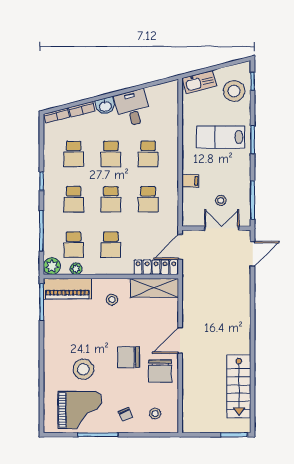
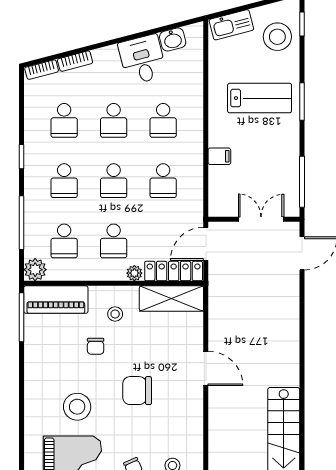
washbasin: (105, 106) -> (173, 39), moved
lab bench: (221, 137) -> (260, 98), turned 180
stool: (221, 200) -> (260, 182), removed
plant: (76, 269) -> (134, 273), moved
door: (180, 340) -> (206, 368), swing flipped
chair: (160, 371) -> (96, 346), moved, width x0.54, depth x0.54

